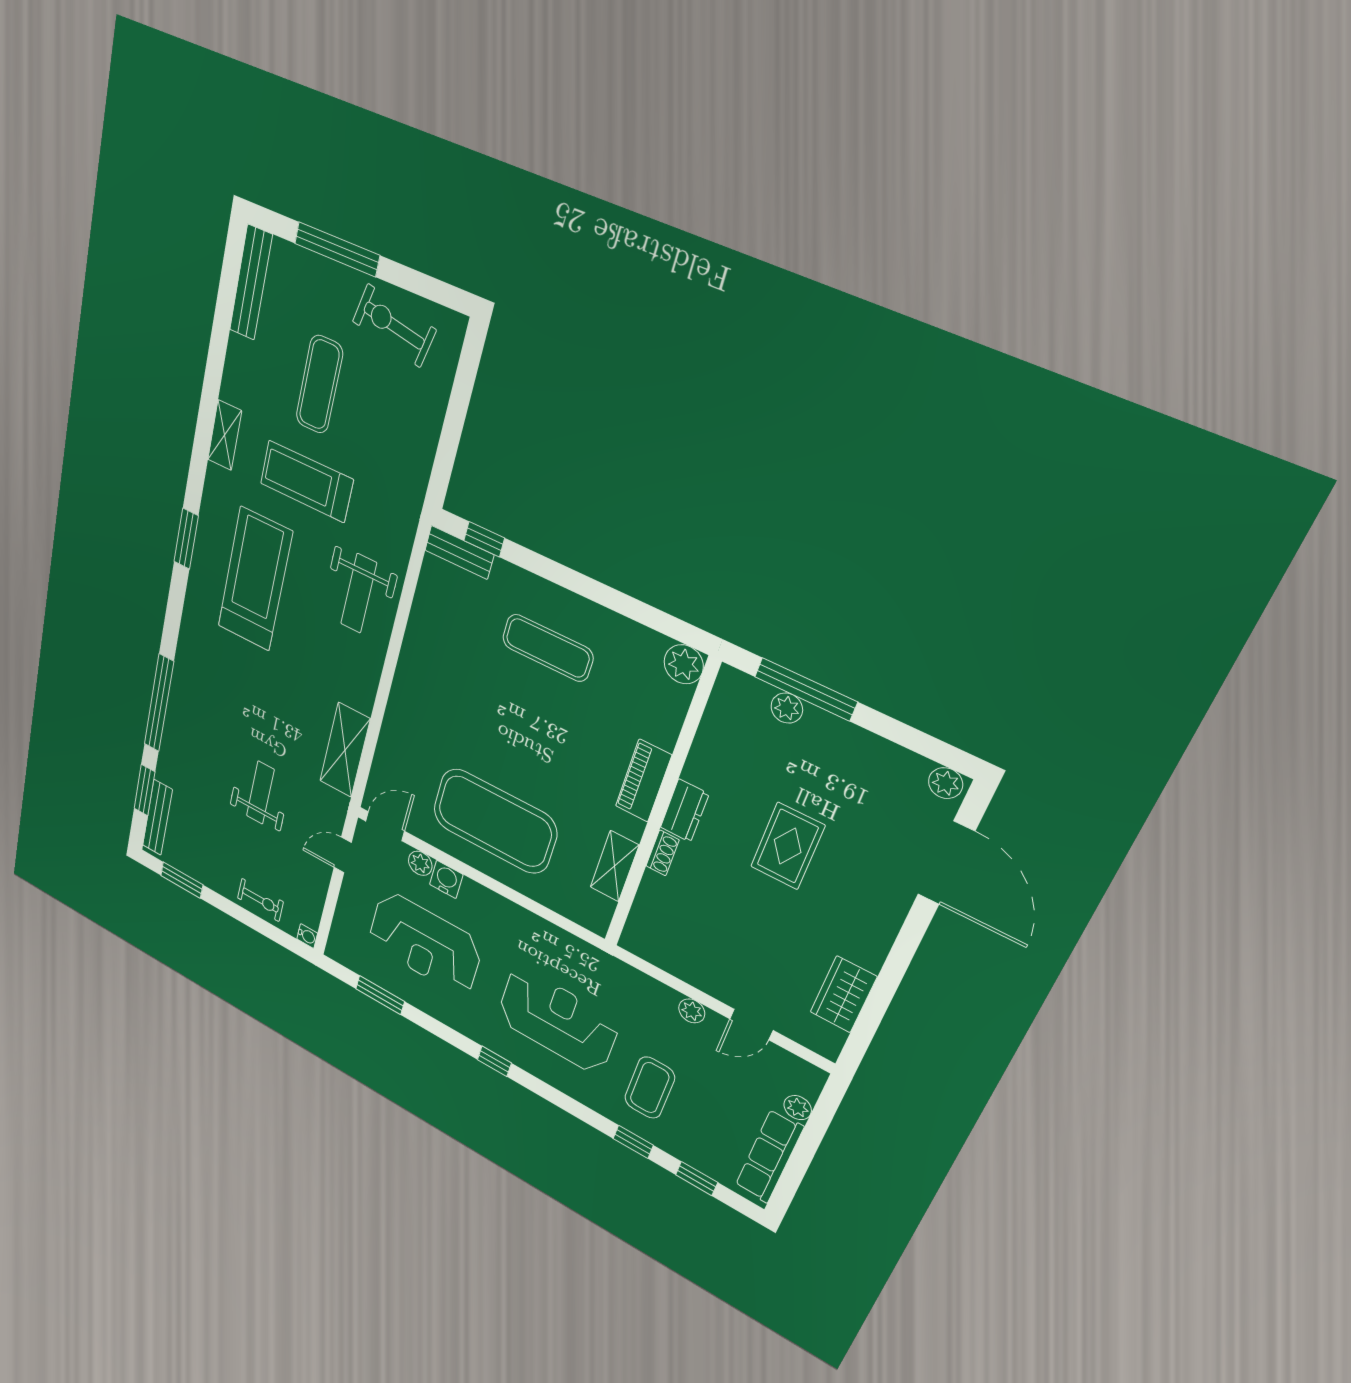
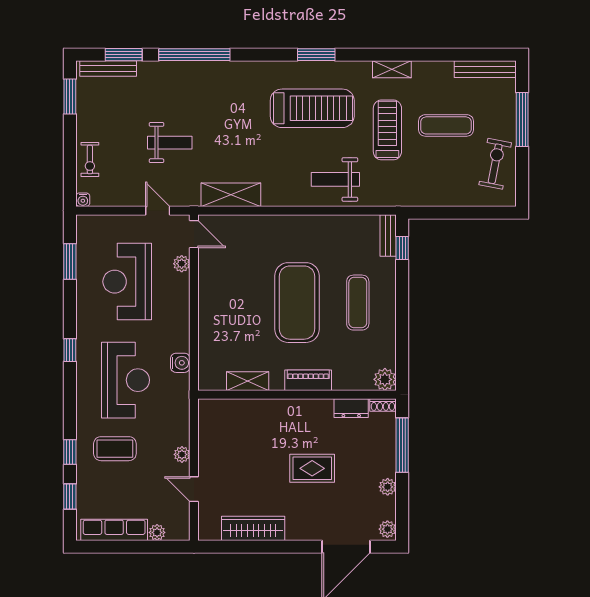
plant: (787, 708) -> (388, 487), moved
dresser: (685, 811) -> (351, 408), moved
exercise mat: (495, 821) -> (297, 303), moved
shoe rack: (663, 853) -> (383, 405), moved
water cooler: (446, 879) -> (180, 363), moved
wardrobe: (843, 994) -> (253, 528), width x1.50

